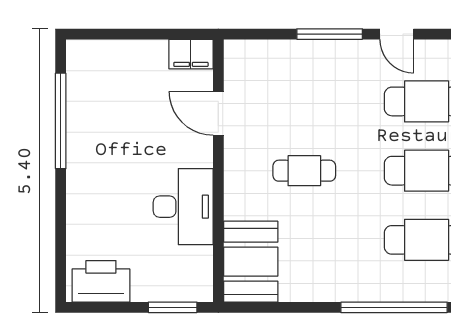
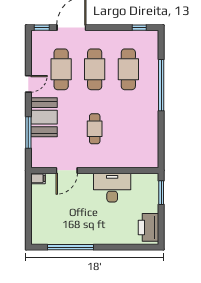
window: (330, 34) -> (28, 132), moved
filing cabinet: (191, 54) -> (38, 178), width x0.50
booth: (251, 262) -> (44, 117), moved, turned 90

